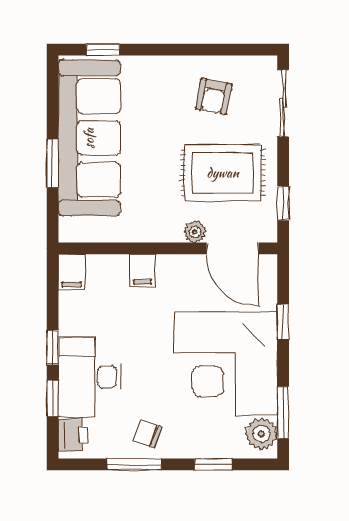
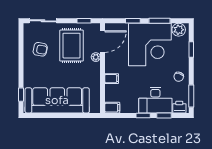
window: (53, 163) -> (68, 115), removed
window: (283, 413) -> (159, 21), moved
window: (134, 464) -> (191, 96), moved

